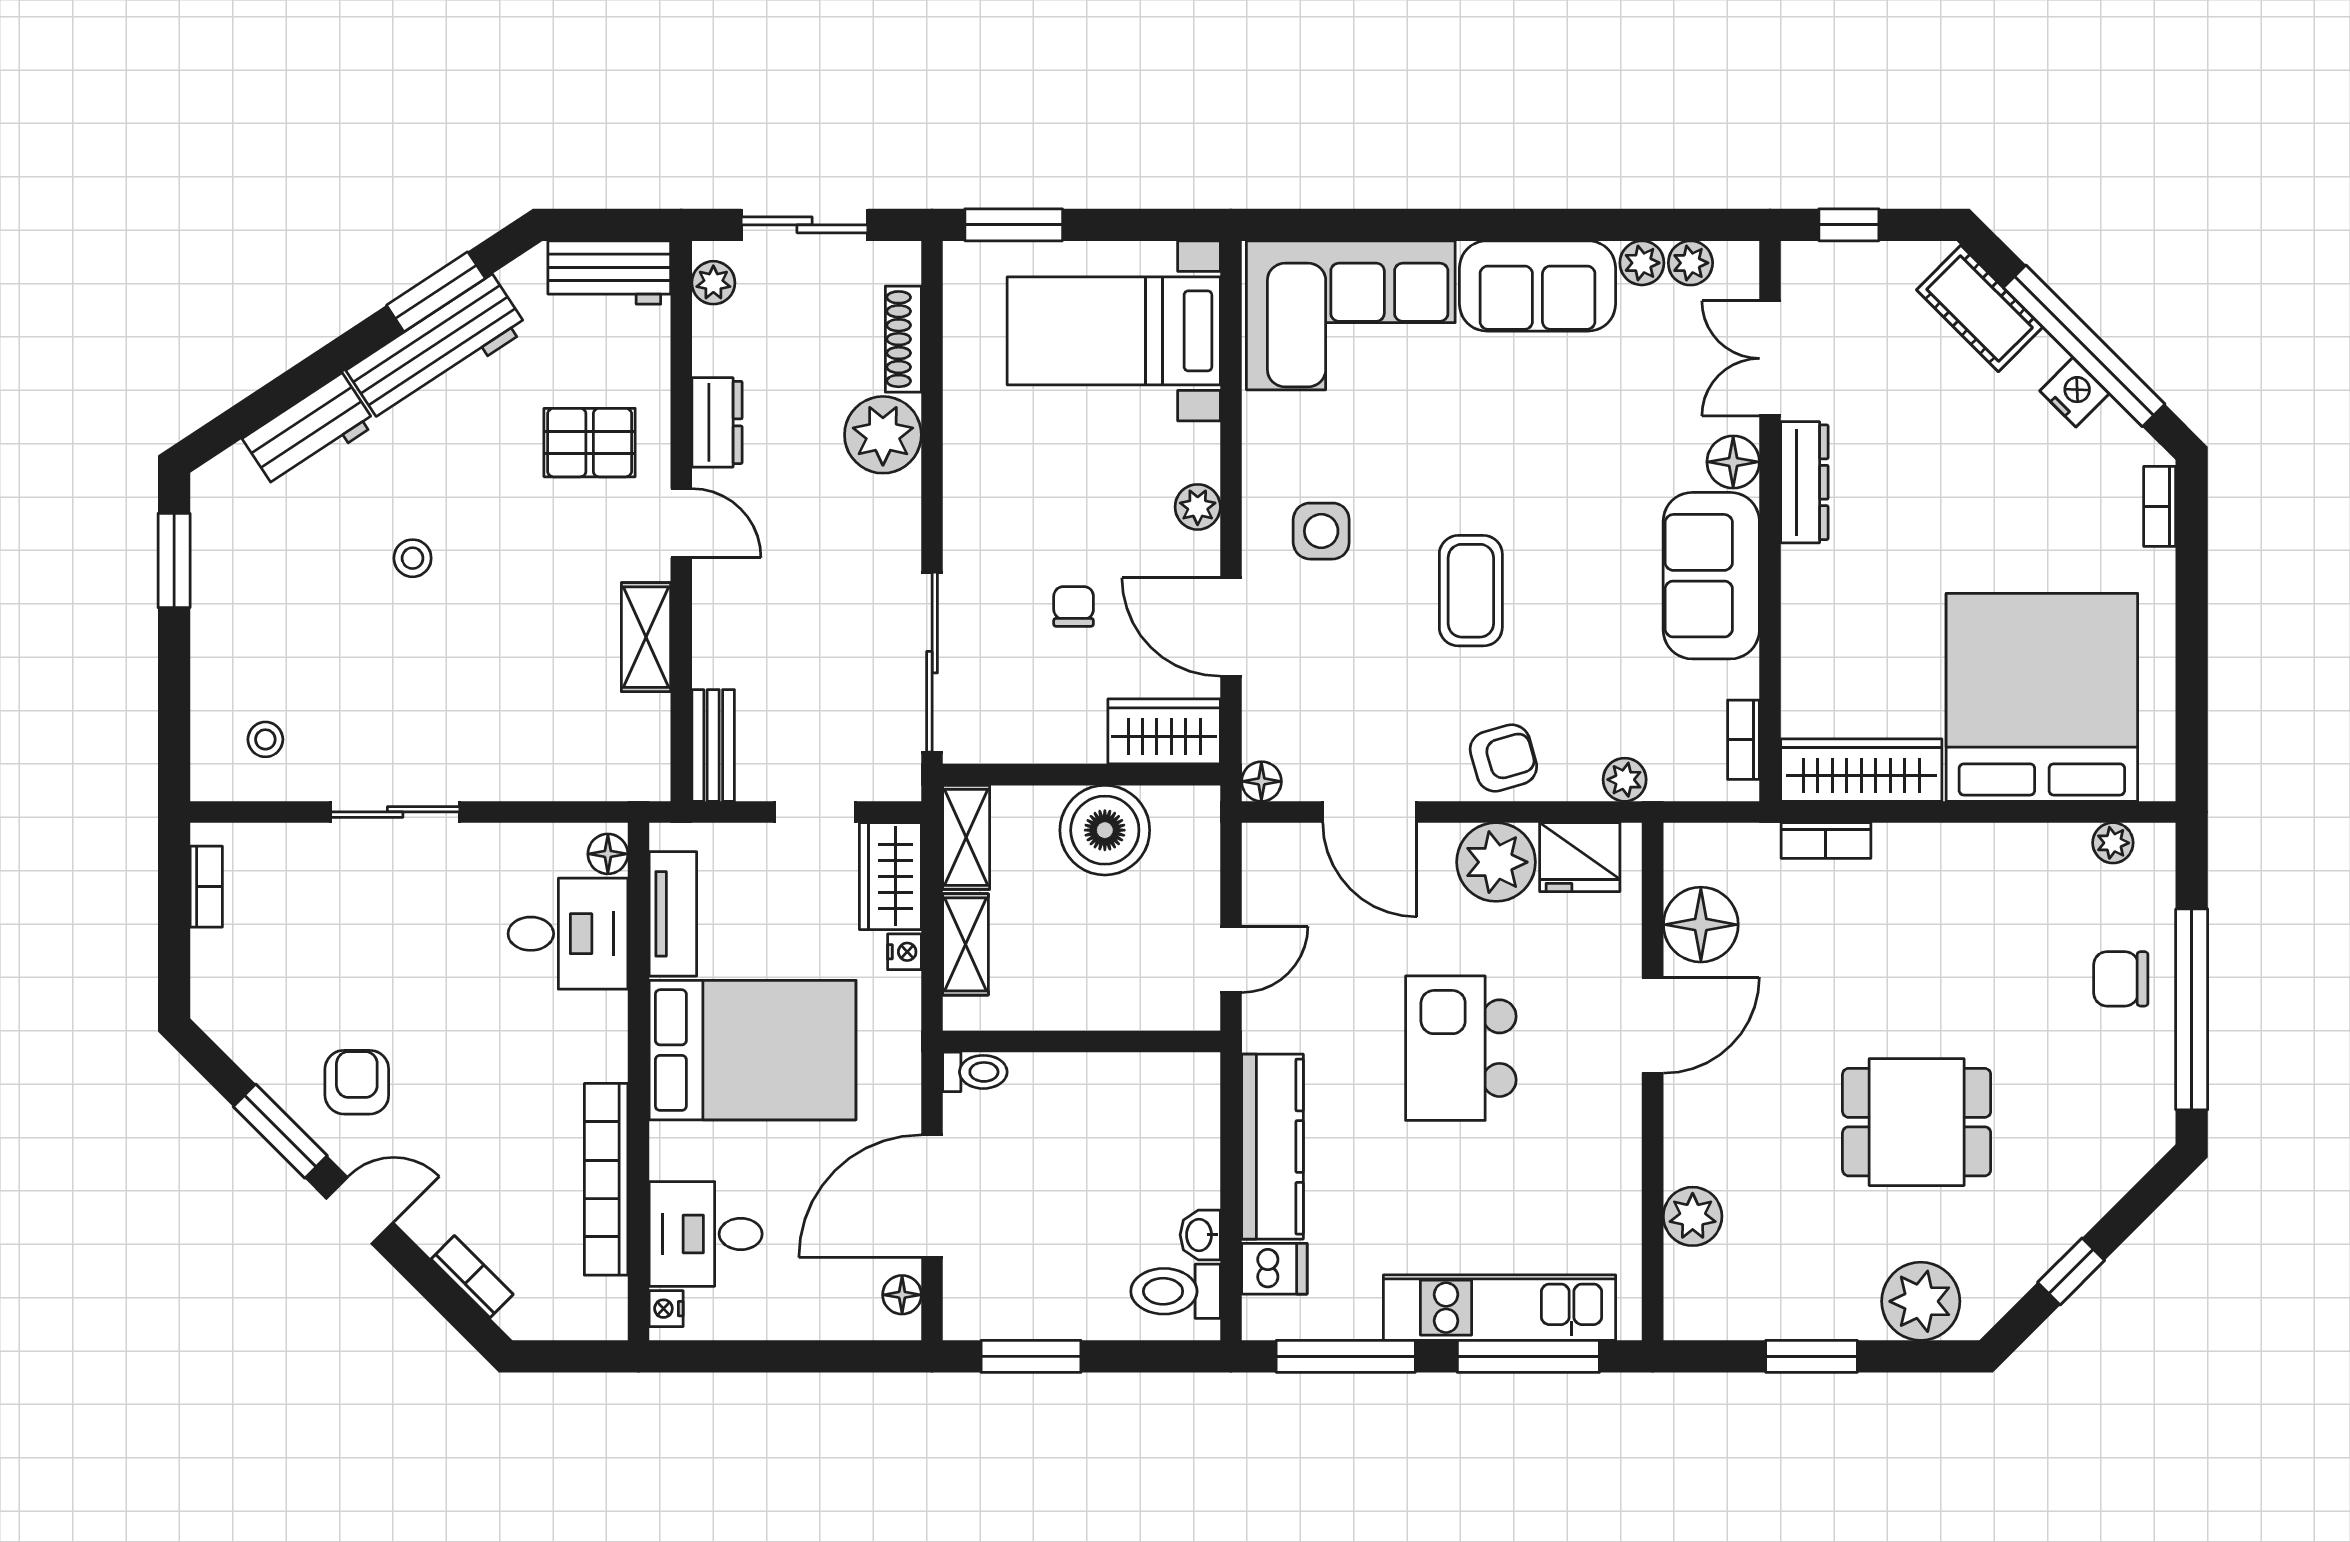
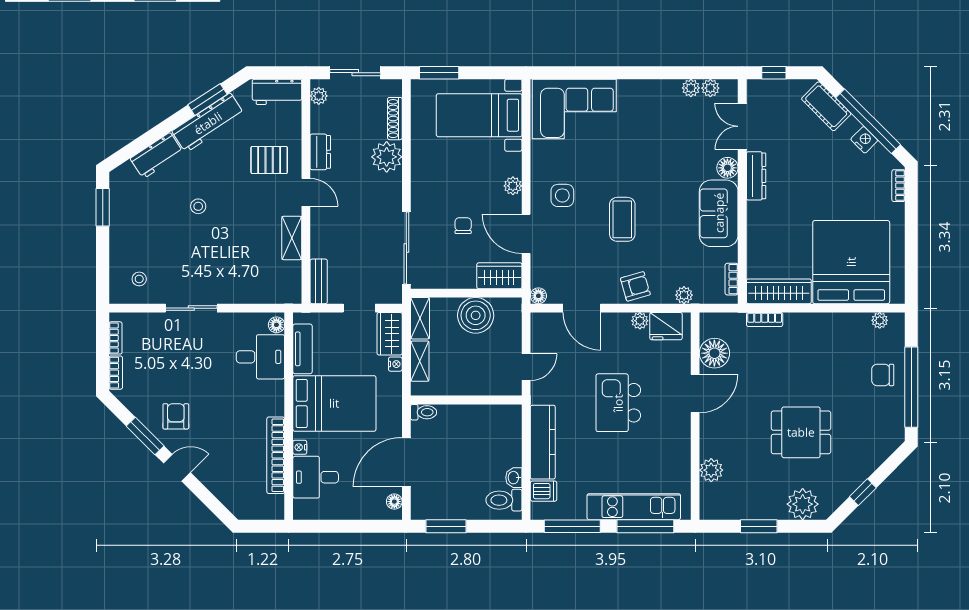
sofa: (1537, 286) -> (649, 97), removed
plant: (1496, 862) -> (640, 321), width x0.53, depth x0.53
bookcase: (472, 1277) -> (116, 373), moved, turned 45
nightstand: (666, 1309) -> (300, 447), moved

